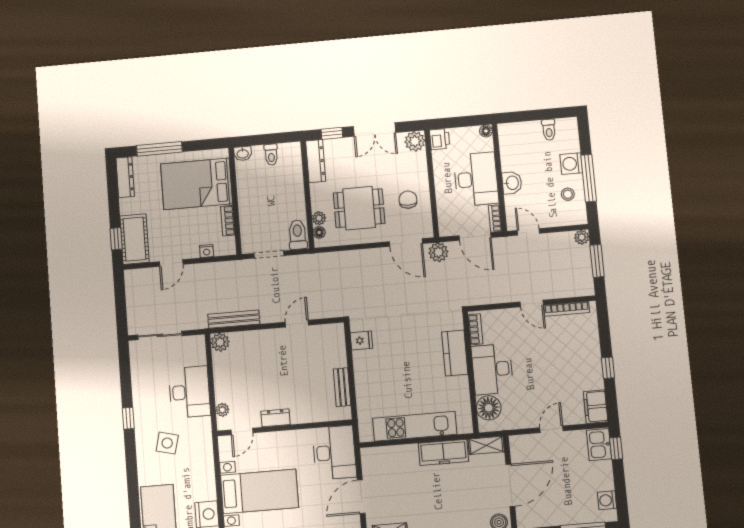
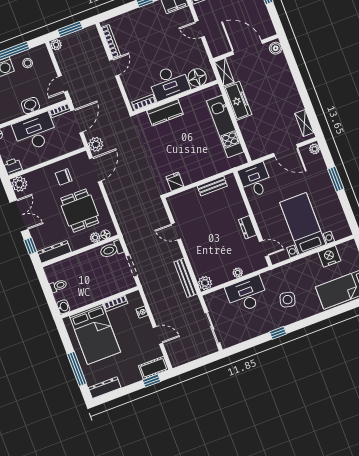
cot: (135, 239) -> (154, 368), width x0.73, depth x0.75
plant: (222, 410) -> (238, 273), moved
desk: (334, 453) -> (255, 180), width x0.73

